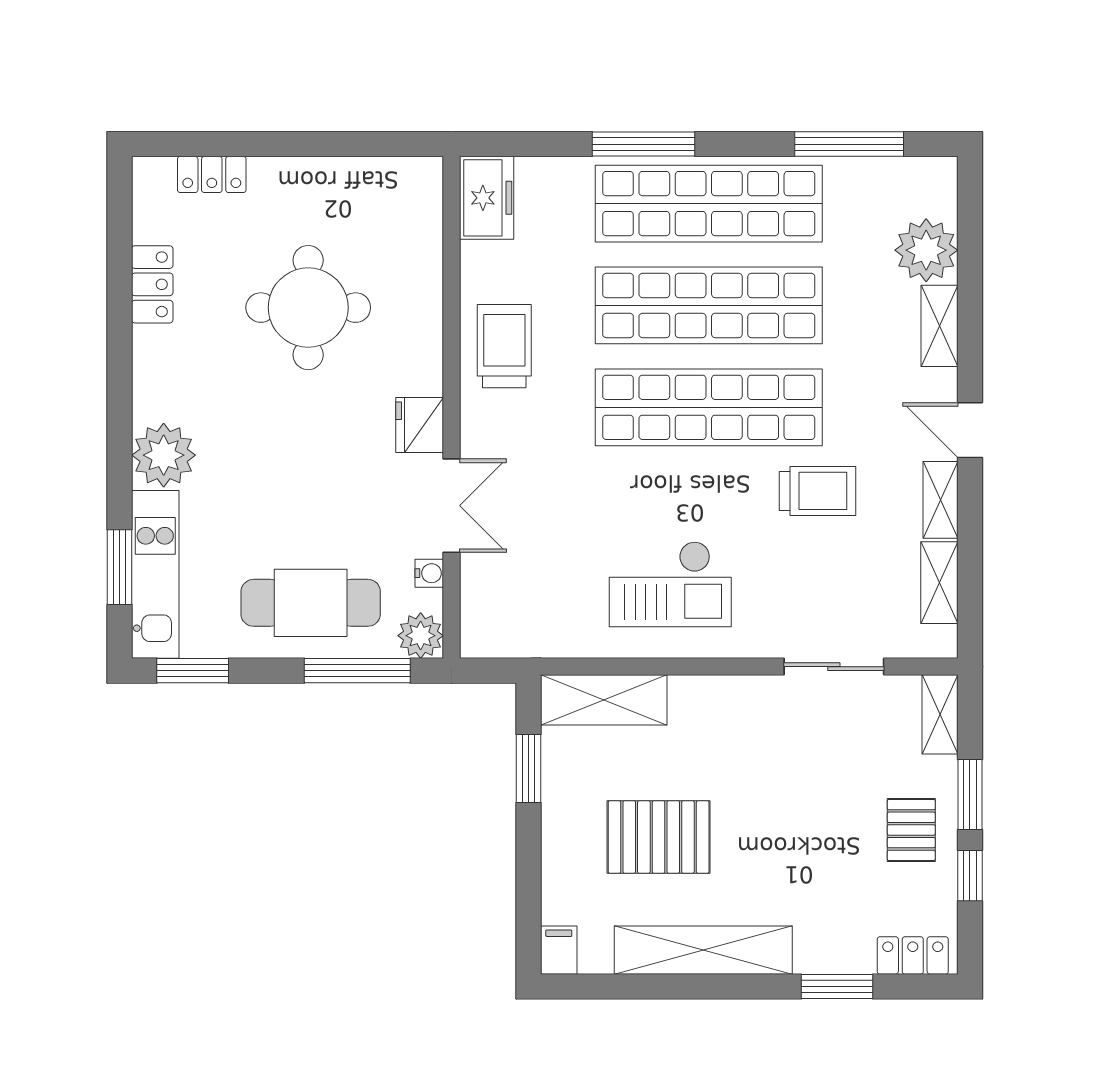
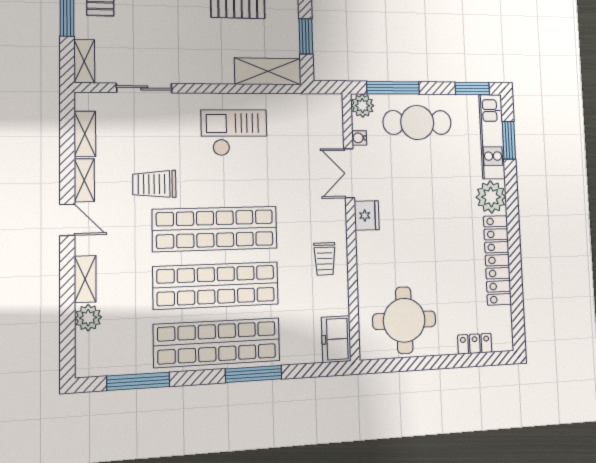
plant: (926, 250) -> (88, 318), width x0.73, depth x0.73
locker: (152, 284) -> (497, 260), width x2.16, depth x1.21
round table: (308, 308) -> (404, 320), moved
trolley: (504, 346) -> (325, 259), width x0.73, depth x0.72

